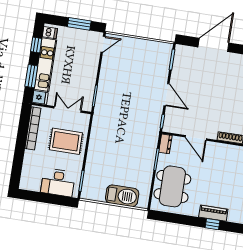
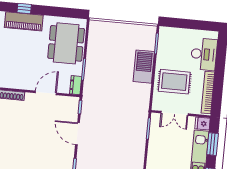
door: (196, 138) -> (46, 93), hinge flipped
desk: (58, 183) -> (204, 54), moved, turned 90
barbecue: (122, 196) -> (144, 67), moved, turned 90
piano: (213, 213) -> (24, 21), width x1.37, depth x1.33

